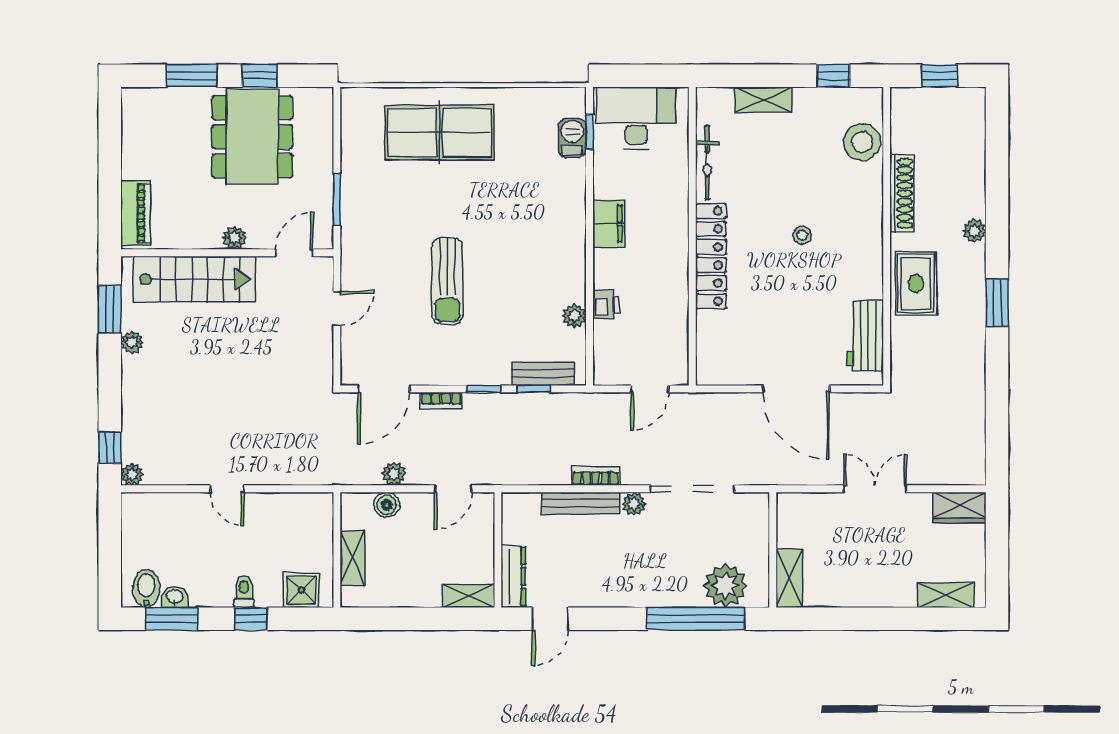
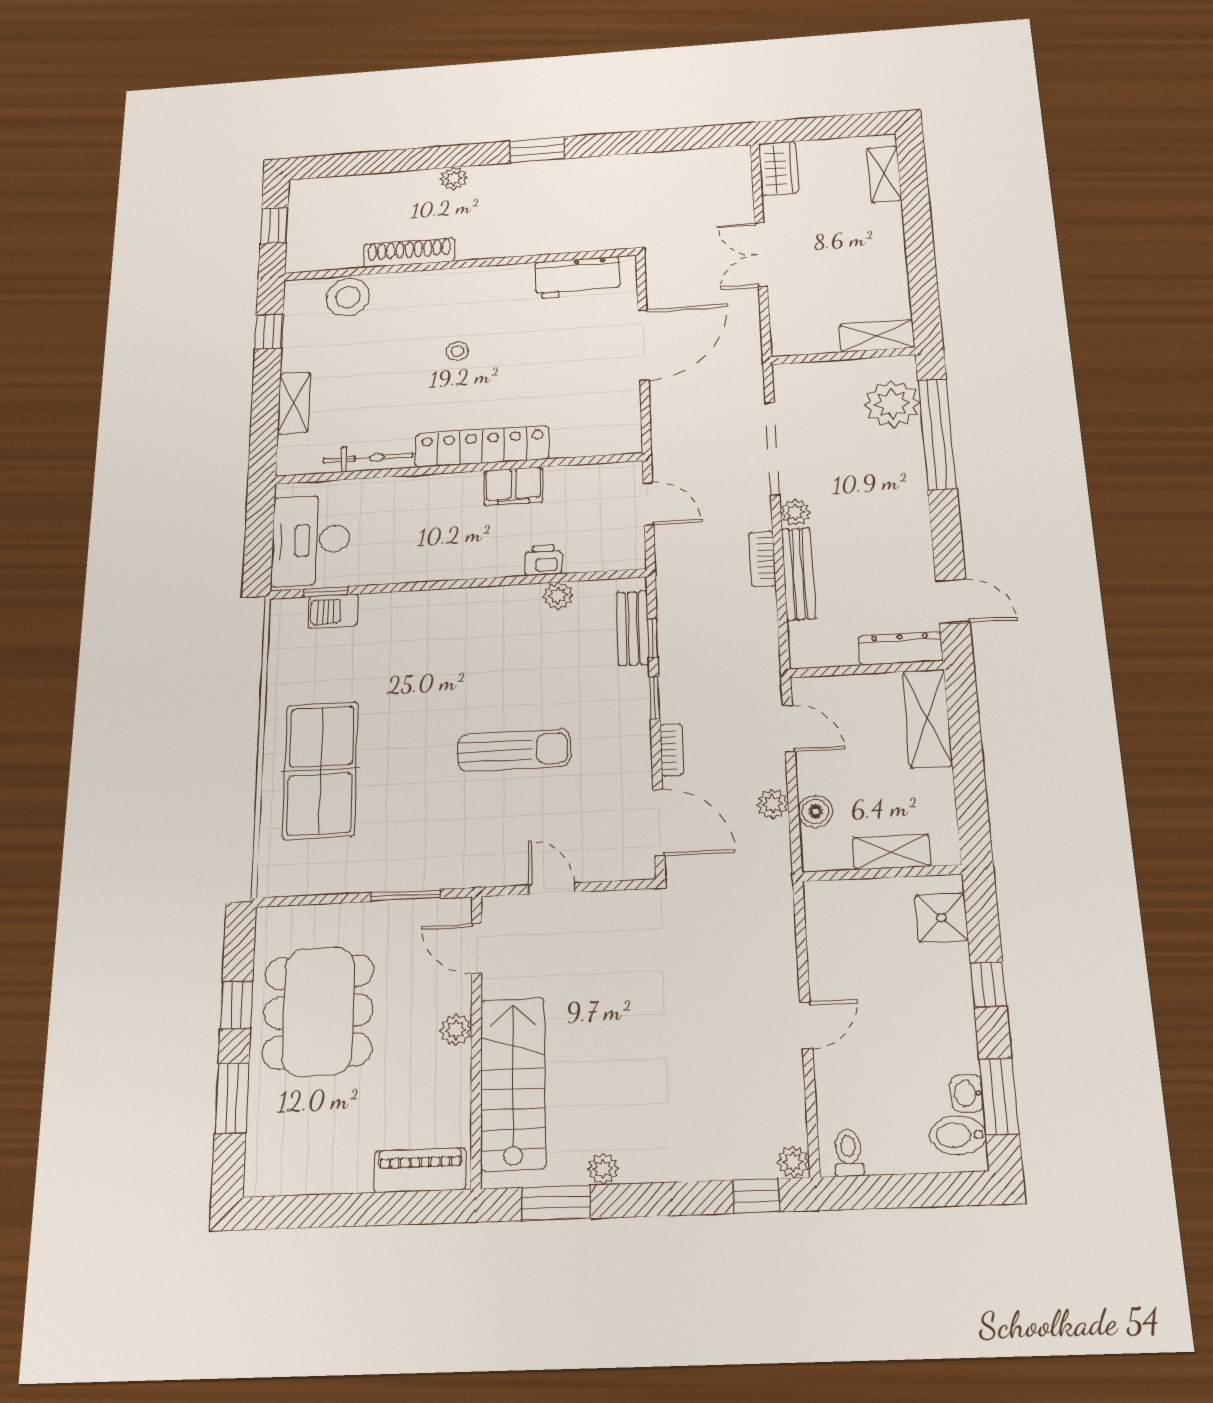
dining table: (252, 137) -> (318, 1011), turned 90
filing cabinet: (609, 224) -> (513, 486), moved, turned 180
rug: (916, 283) -> (515, 231), removed
toilet: (244, 592) -> (848, 1153), moved, turned 90
shelving: (469, 596) -> (927, 718), width x1.50, depth x1.33

